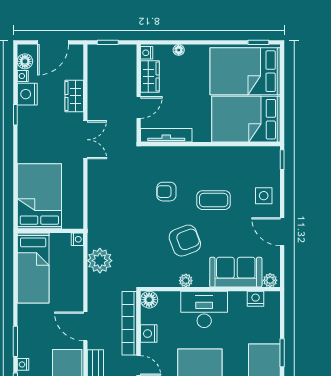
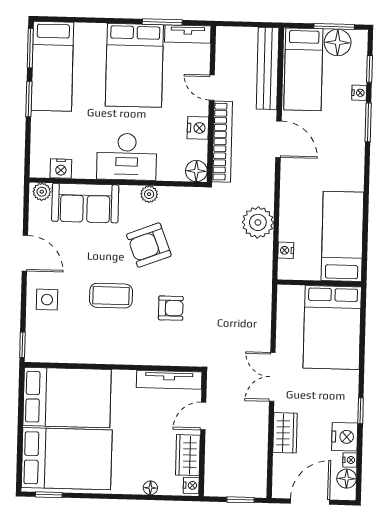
bed: (39, 196) -> (332, 327), moved
wall: (50, 231) -> (319, 283), moved
bed: (33, 268) -> (342, 236), moved

